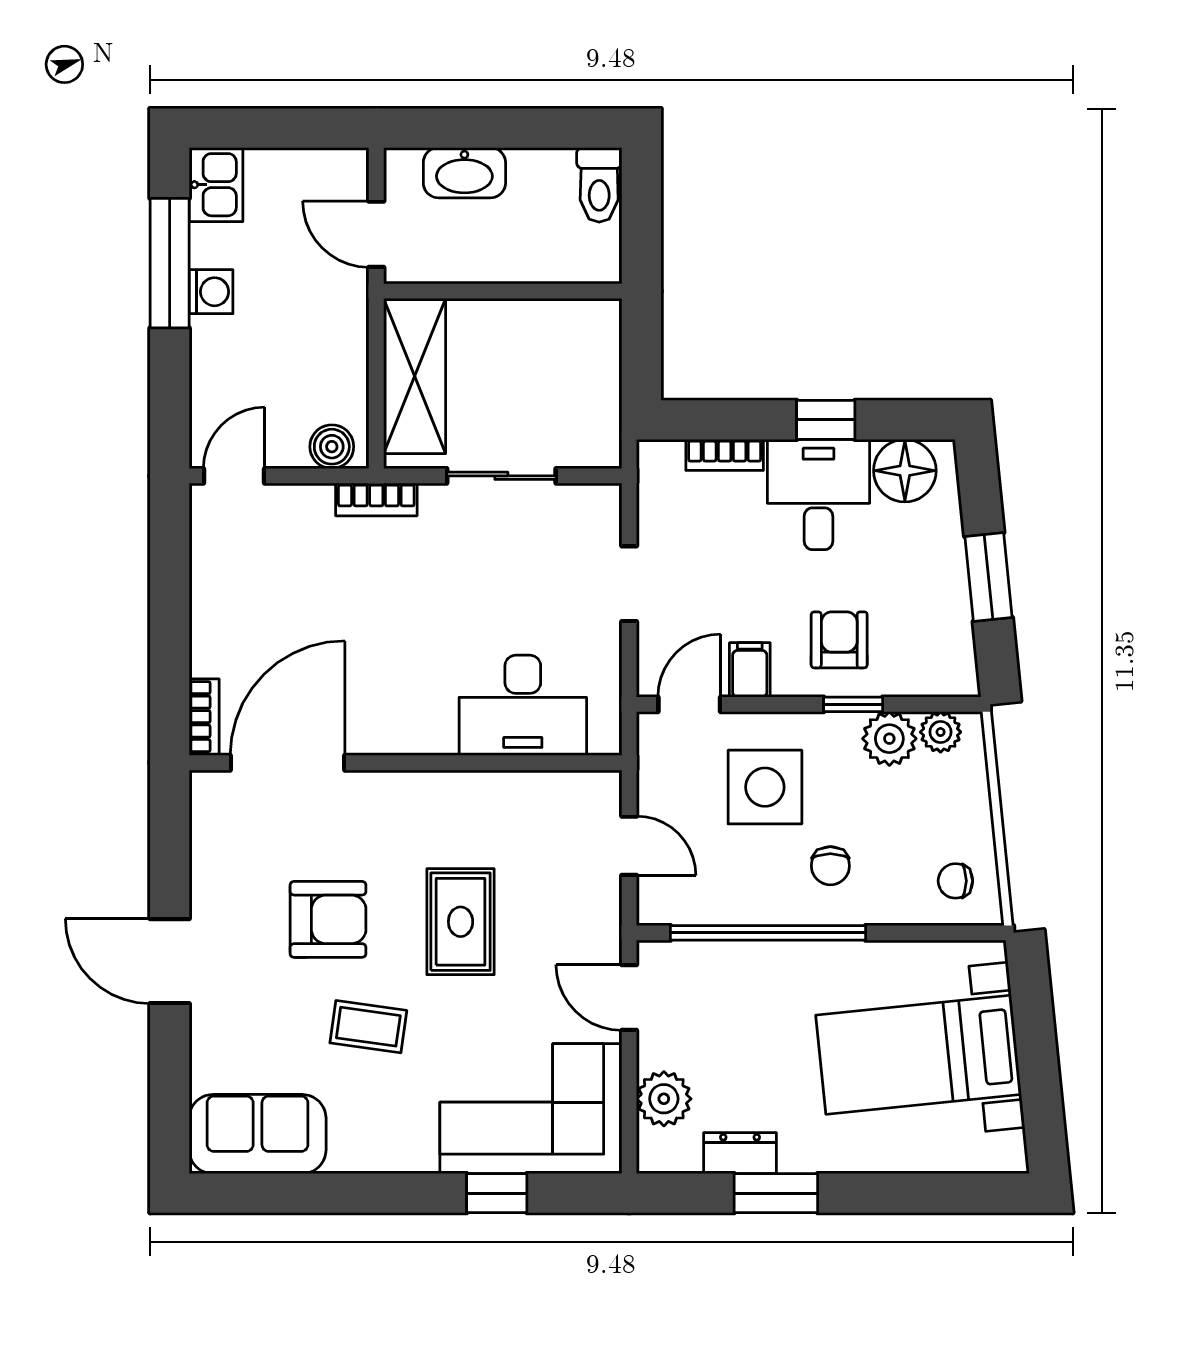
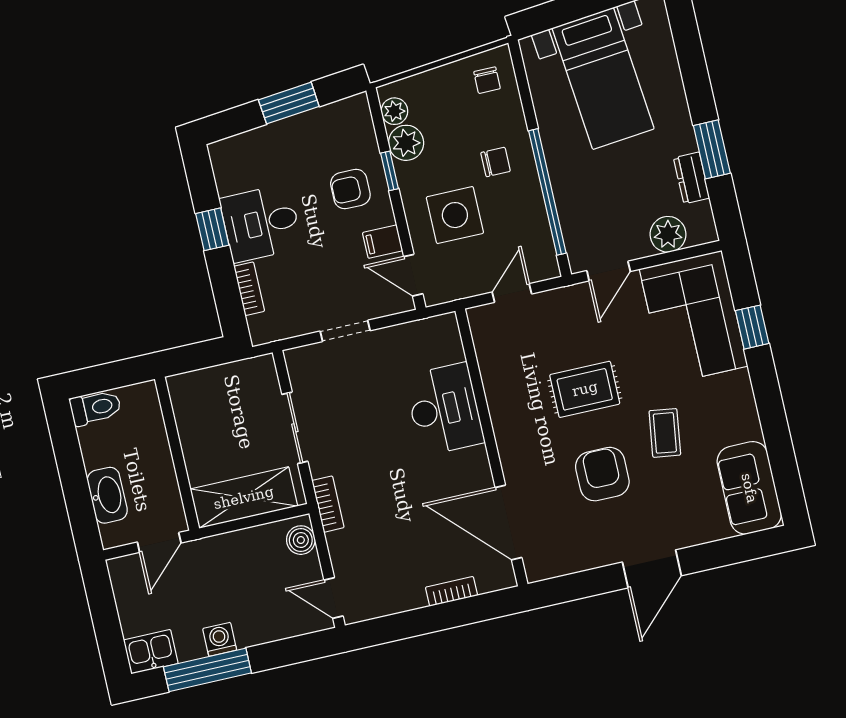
floor lamp: (905, 471) -> (233, 172), removed
desk: (523, 705) -> (444, 409), moved
bookcase: (204, 717) -> (451, 591), moved

